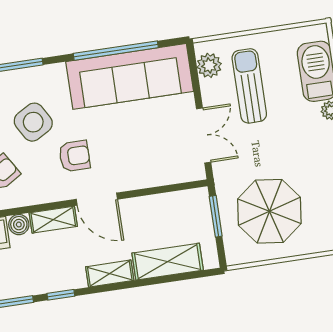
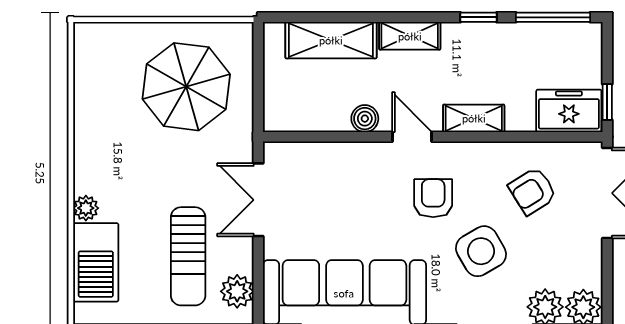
armchair: (74, 156) -> (433, 198), turned 90
door: (97, 199) -> (412, 137), width x0.73
window: (216, 216) -> (258, 91), removed
boiler: (19, 225) -> (365, 119), moved

